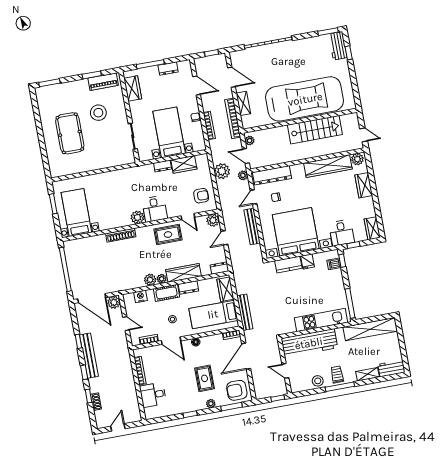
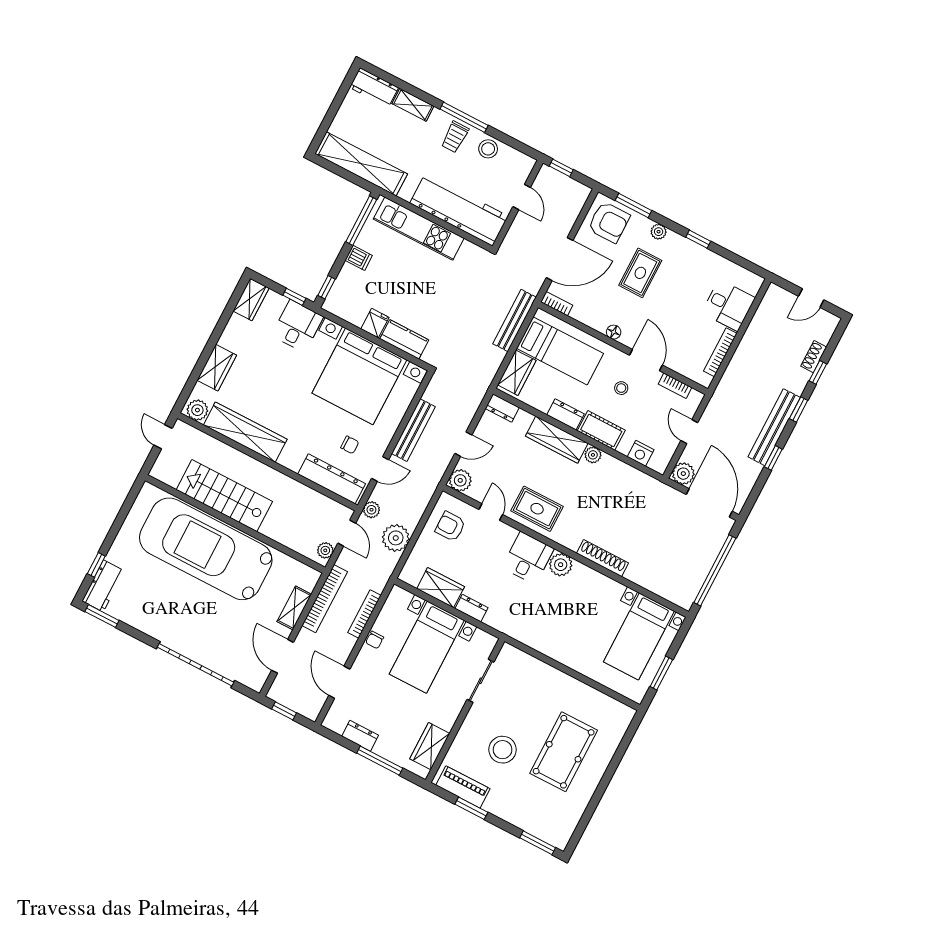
dishwasher: (334, 264) -> (359, 258), moved
plant: (150, 280) -> (610, 466), removed

